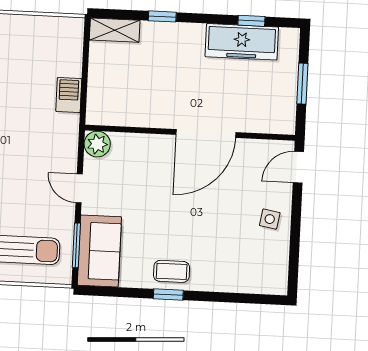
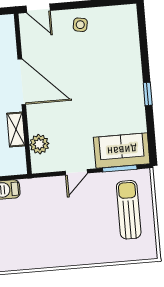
shelving: (145, 117) -> (16, 130), added
plant: (97, 144) -> (39, 144), moved
coffee table: (172, 271) -> (130, 94), removed

